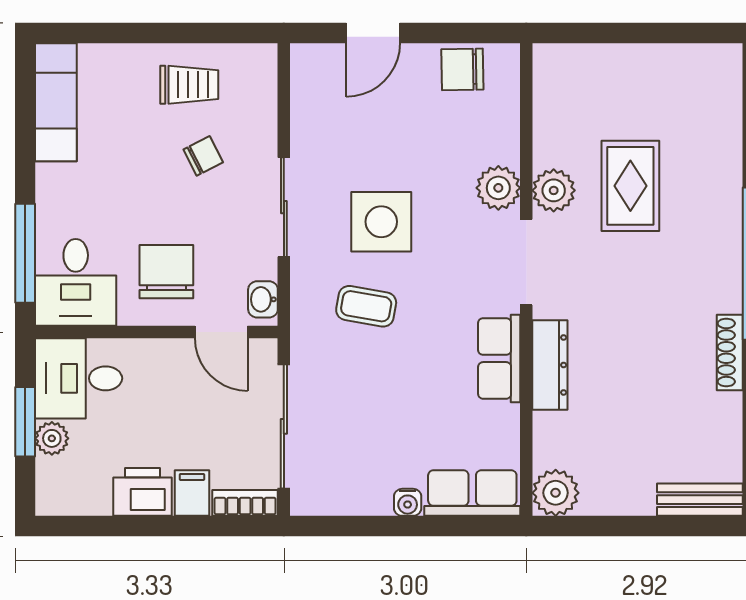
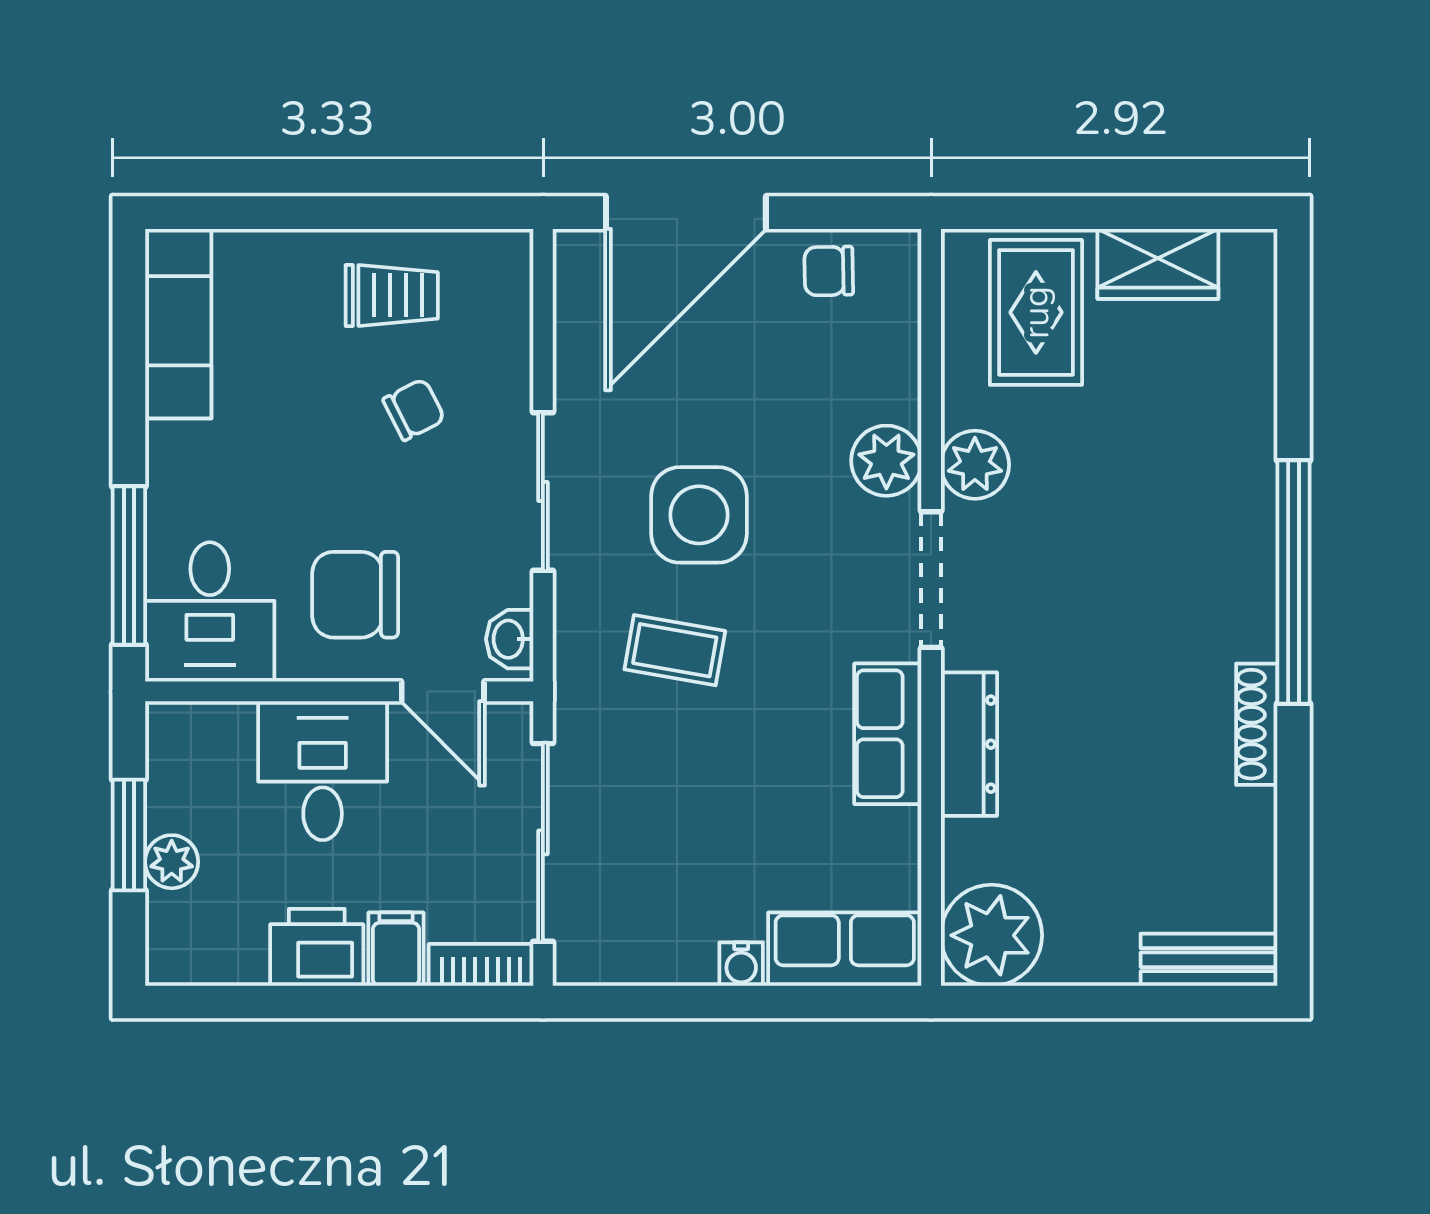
door: (373, 33) -> (686, 213), width x1.87
wardrobe: (668, 65) -> (1158, 264), added
chair: (462, 69) -> (829, 271), width x0.73, depth x0.73
rug: (630, 186) -> (1036, 312), moved
chair: (166, 272) -> (355, 595), turned -90
desk: (79, 378) -> (323, 771), moved, turned 90
plant: (556, 493) -> (991, 935), width x1.36, depth x1.36

